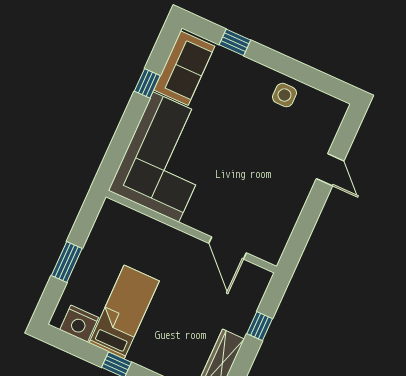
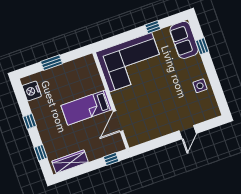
sofa: (184, 68) -> (184, 40), moved, turned 90
bed: (124, 312) -> (86, 108), moved, turned 180
window: (260, 326) -> (111, 159), moved

